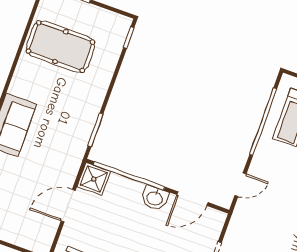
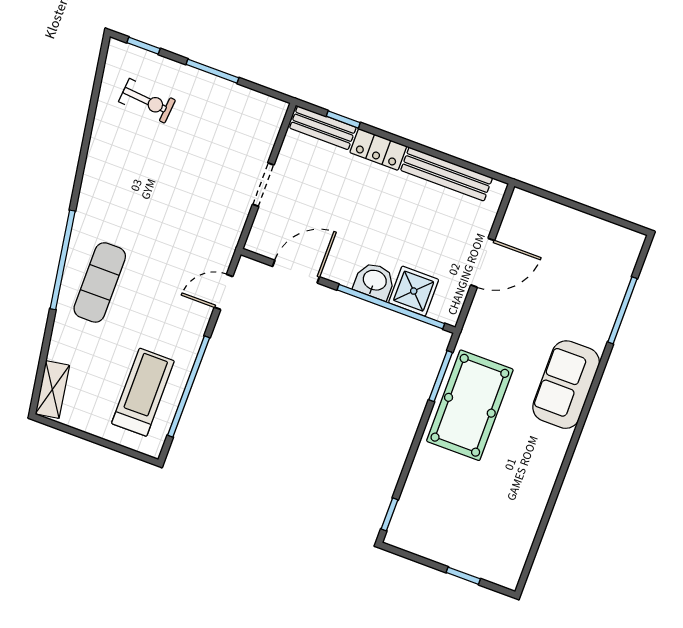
pool table: (60, 47) -> (470, 405), moved, turned 90
shower: (94, 179) -> (414, 291), moved
washbasin: (155, 198) -> (374, 281), moved

